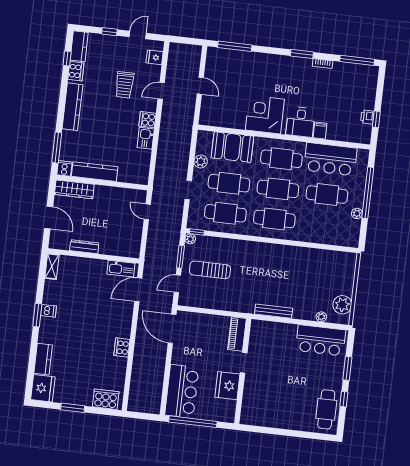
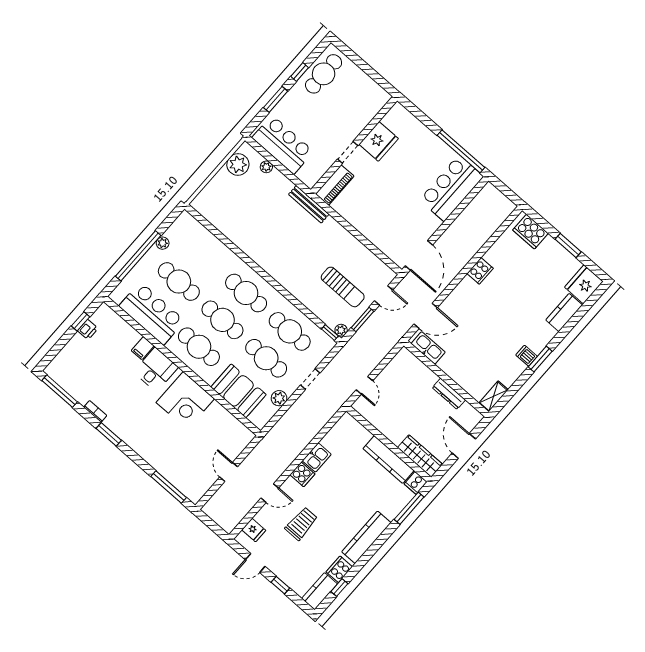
piano: (237, 334) -> (335, 185), moved
doorway: (244, 363) -> (348, 152), moved
wall: (243, 371) -> (354, 145), moved
fridge: (227, 386) -> (379, 141), moved

